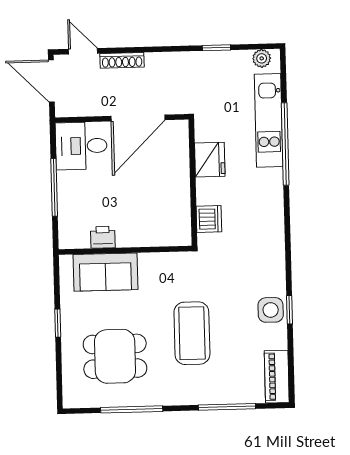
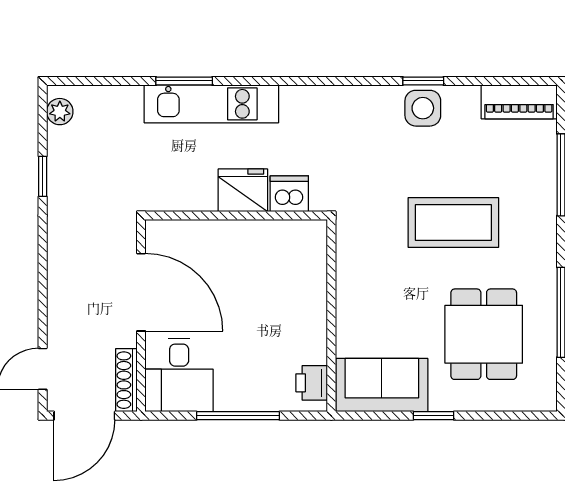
shoe rack: (122, 60) -> (126, 380), moved, turned 180
kitchen unit: (269, 120) -> (211, 104), moved
window: (285, 144) -> (184, 81), width x0.47
fridge: (210, 160) -> (243, 190), moved
printer: (103, 237) -> (312, 383), moved
sofa: (105, 272) -> (382, 385), moved, turned -90

